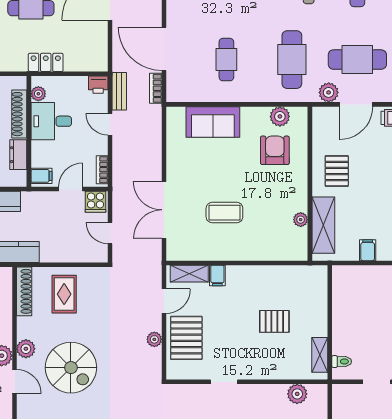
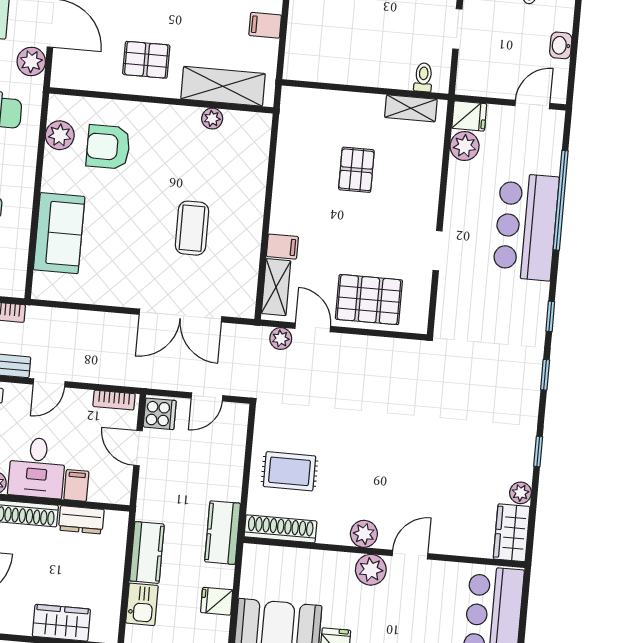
filing cabinet: (41, 176) -> (76, 485), moved
plant: (154, 339) -> (281, 339), moved
spiral stairs: (71, 368) -> (397, 471), removed
fridge: (318, 395) -> (469, 116), added

